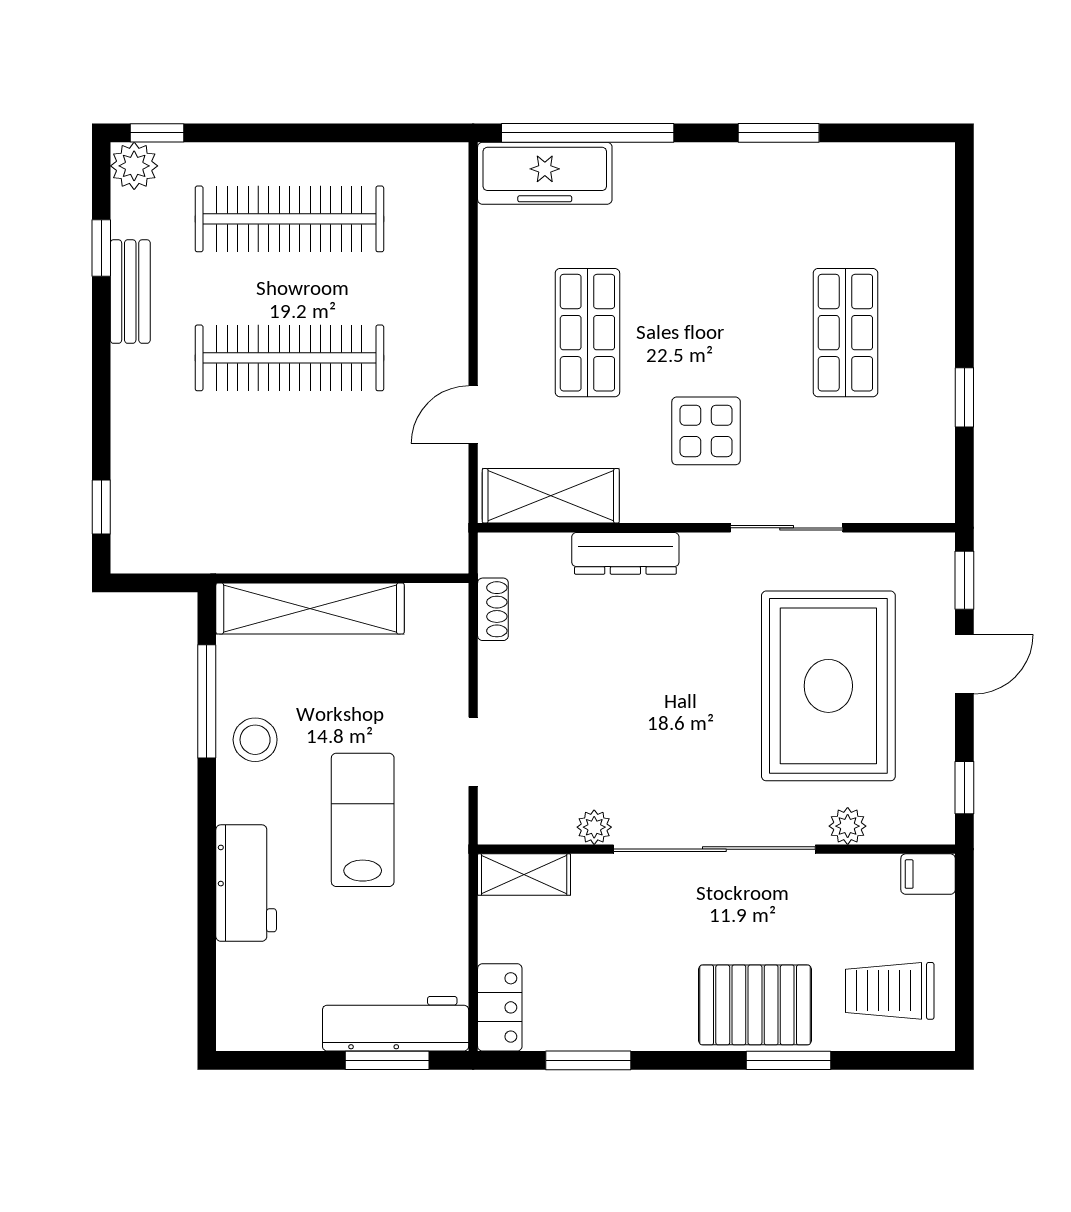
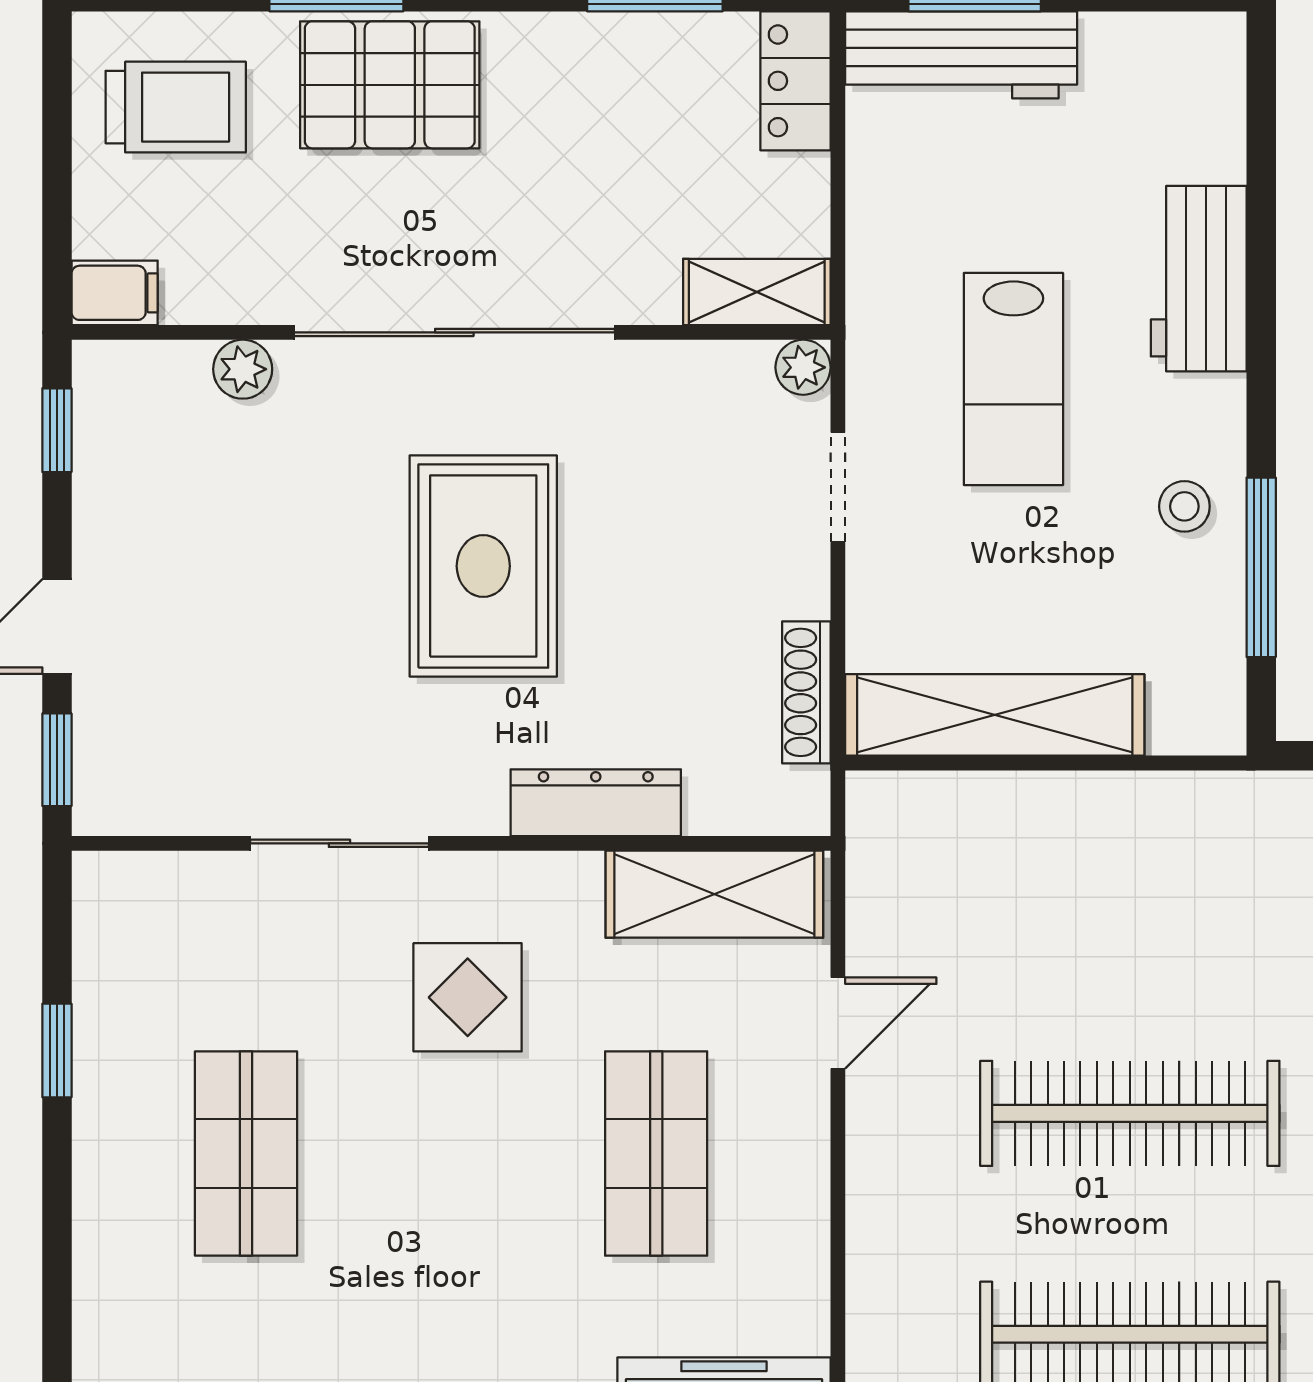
shelving: (310, 609) -> (995, 715), moved
shoe rack: (493, 609) -> (806, 692), width x1.43
rug: (828, 686) -> (483, 566), moved, width x0.73, depth x0.69
stool: (255, 740) -> (1184, 506), width x0.73, depth x0.73
plant: (594, 827) -> (803, 367), moved

